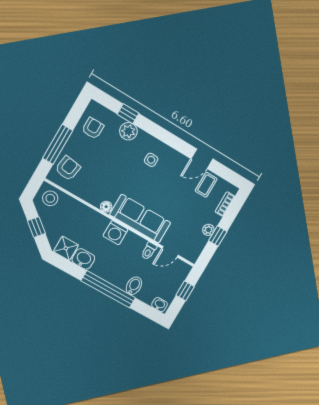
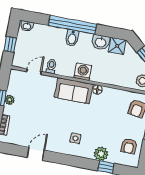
coffee table: (206, 185) -> (25, 135), removed
sofa: (140, 219) -> (74, 91), width x0.73
bidet: (134, 286) -> (72, 38), moved

